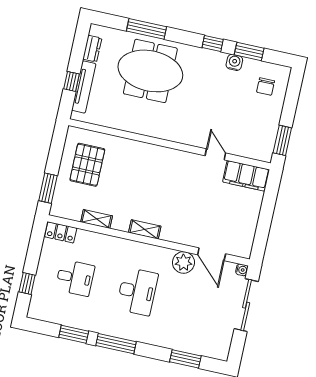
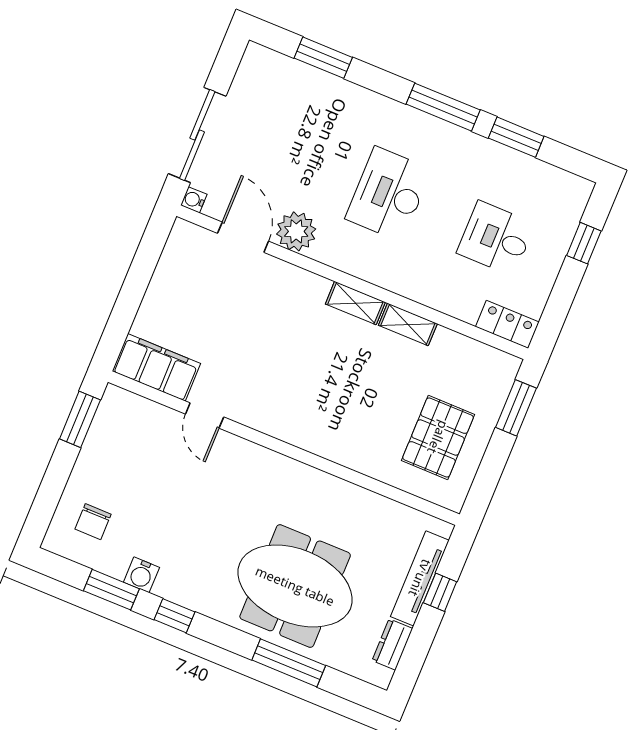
chair: (266, 86) -> (93, 522), turned 180
shelving: (97, 219) -> (408, 324), moved

